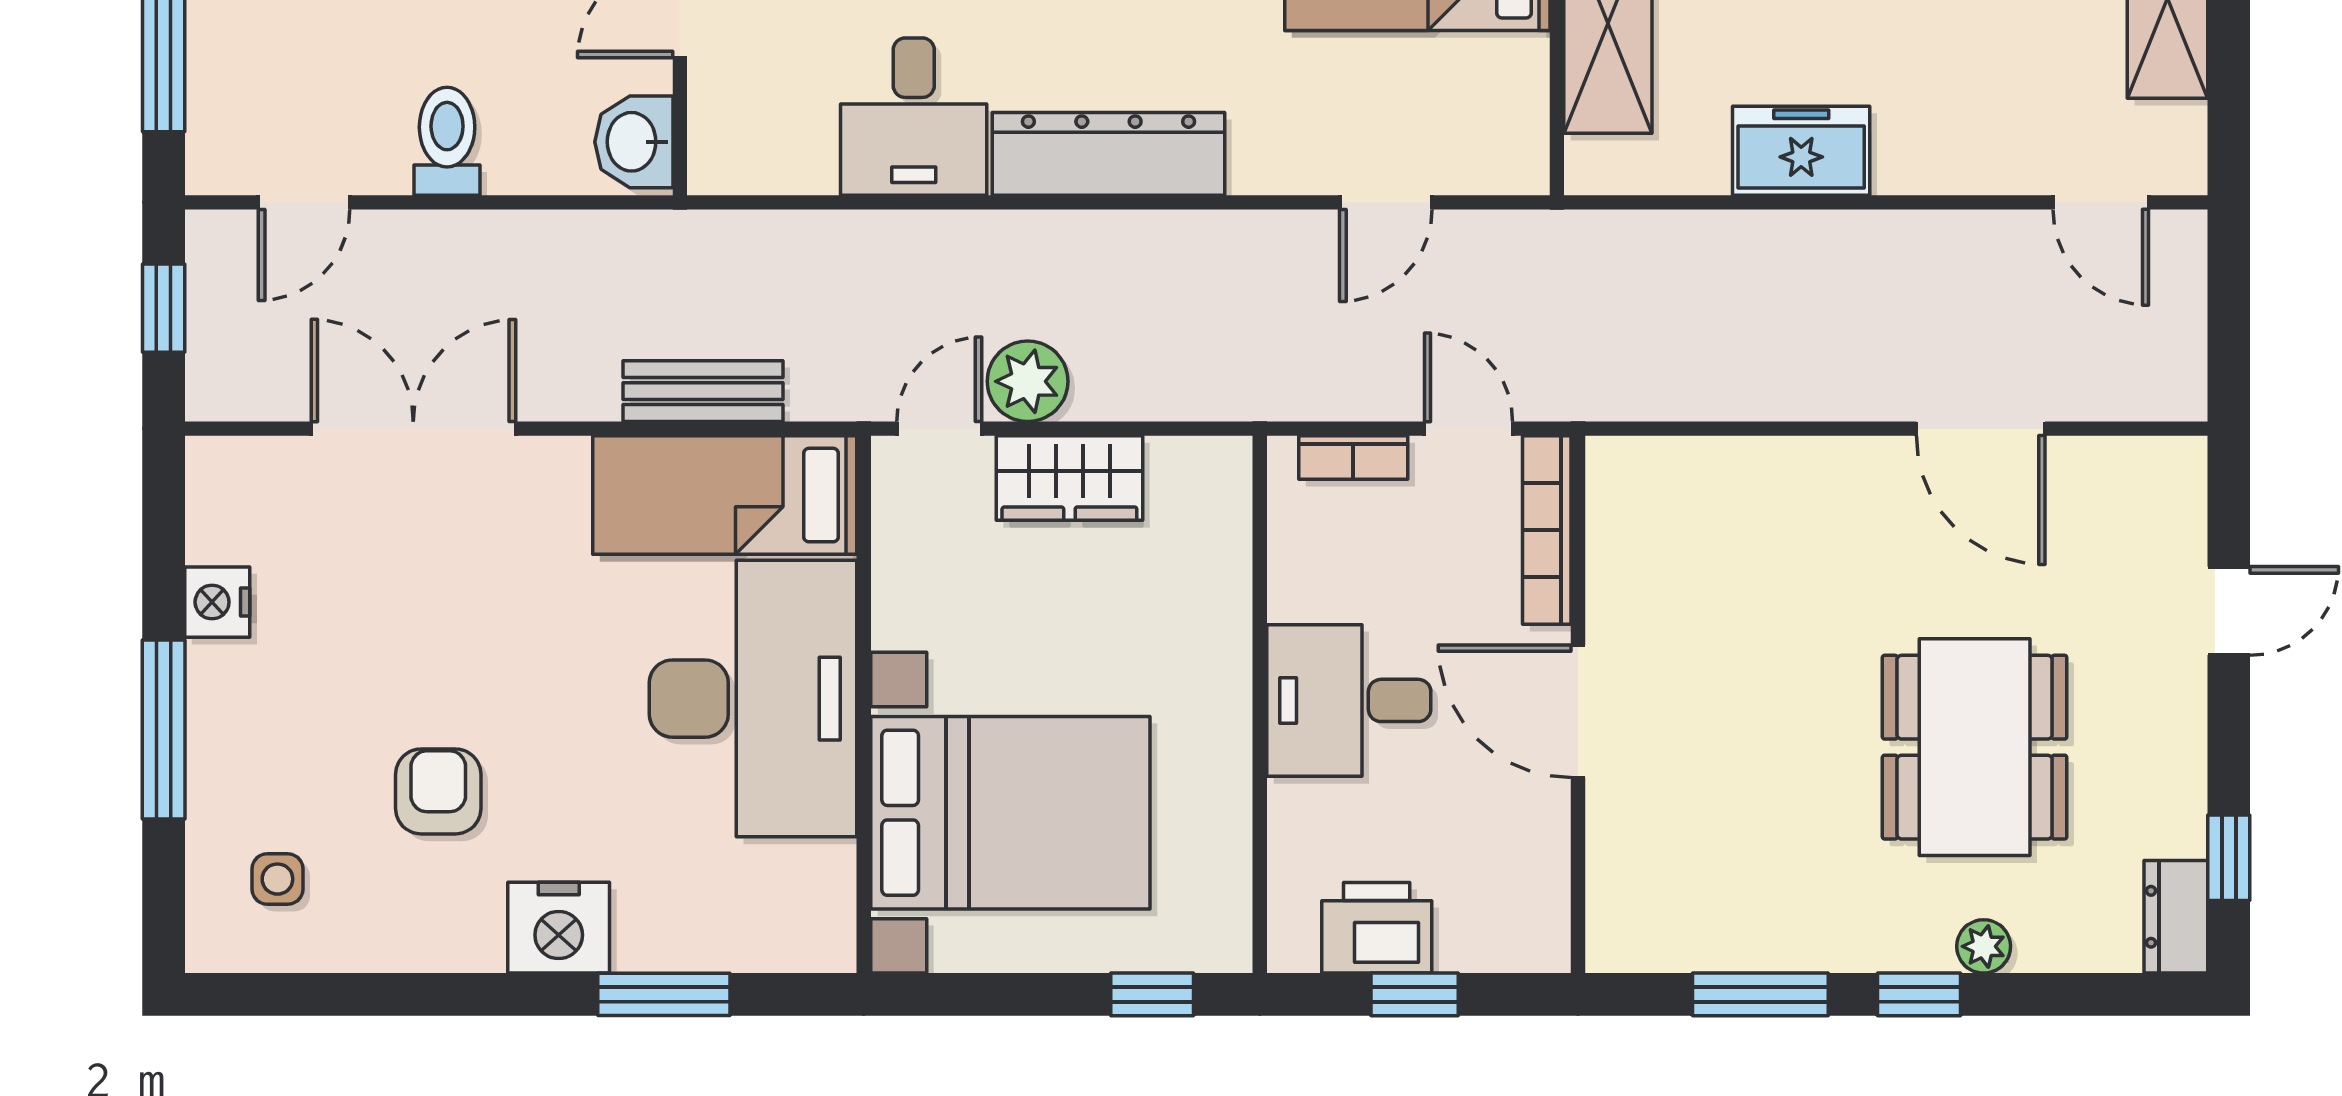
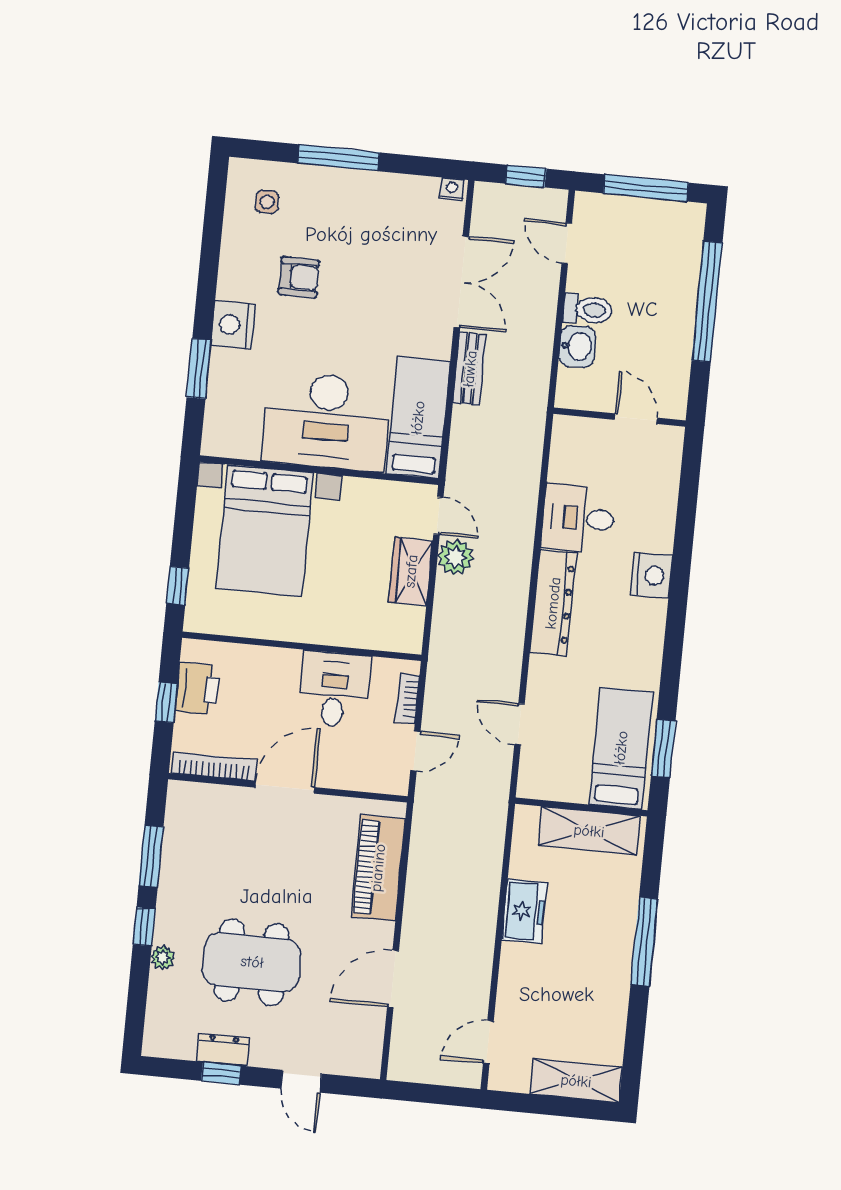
washbasin: (634, 142) -> (577, 346), moved, turned 90
bench: (703, 391) -> (470, 369), moved
piano: (1737, 486) -> (378, 868), added
bookcase: (1547, 530) -> (214, 767), moved
nightstand: (217, 602) -> (452, 189), moved, width x0.72, depth x0.74
desk: (1349, 700) -> (334, 689), moved
window: (2229, 858) -> (221, 1073), moved
dresser: (2176, 917) -> (223, 1050), moved

